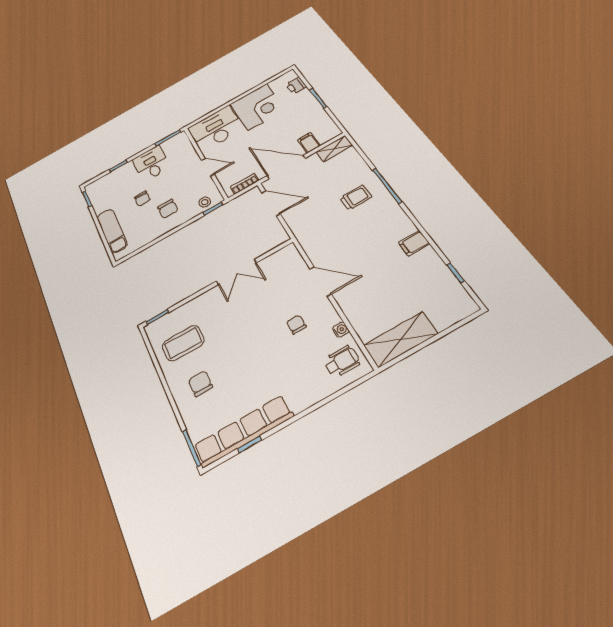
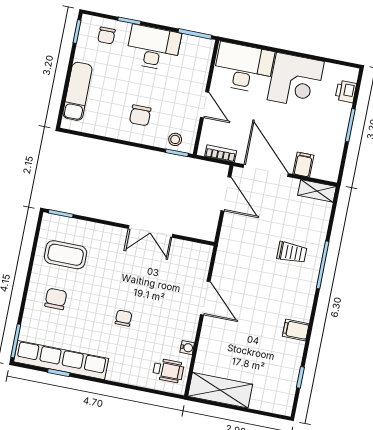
desk: (151, 163) -> (153, 48), width x1.37
chair: (142, 199) -> (106, 35), moved
chair: (296, 324) -> (123, 318), moved

